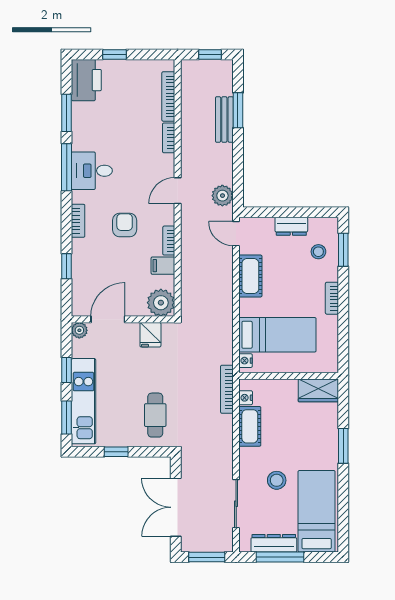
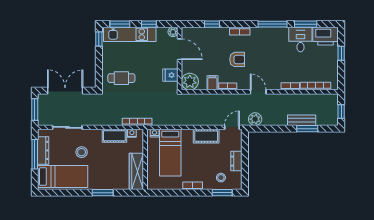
desk: (92, 171) -> (300, 39), moved
wardrobe: (318, 390) -> (136, 171), width x1.50
window: (116, 452) -> (99, 39), moved

